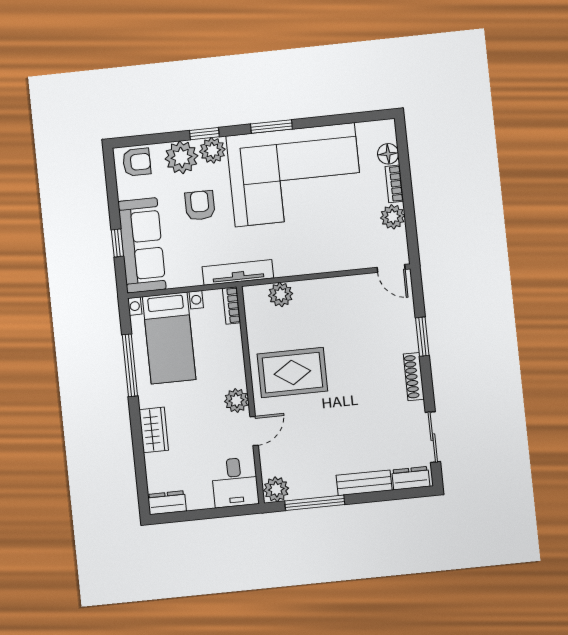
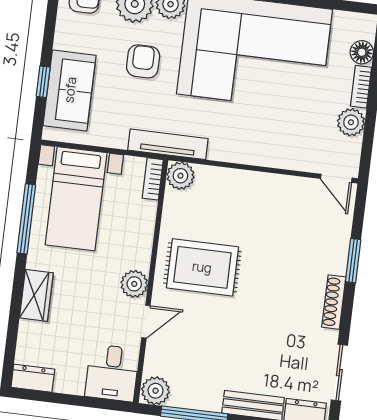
sofa: (142, 245) -> (70, 90), width x0.73
plant: (281, 295) -> (180, 176), moved

